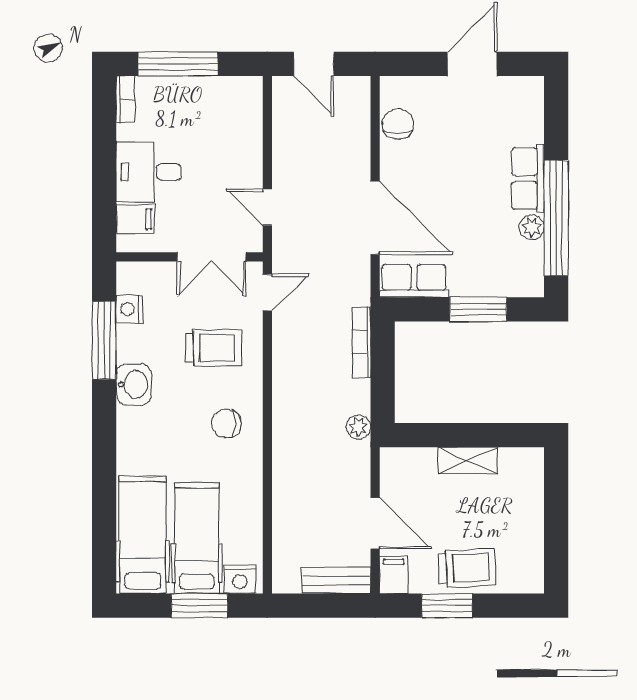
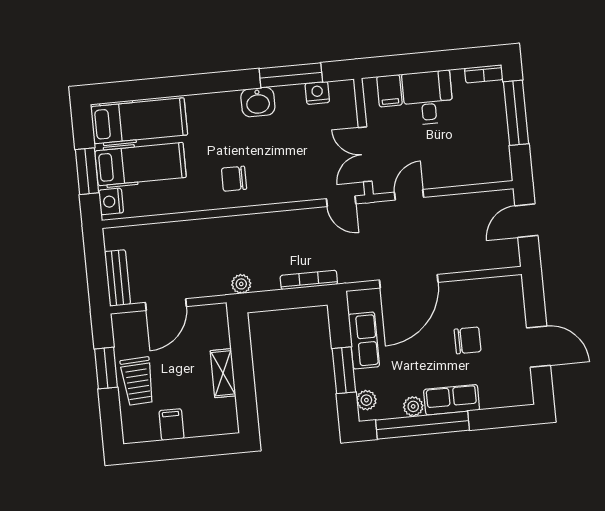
chair: (398, 124) -> (468, 340), moved
row of seats: (414, 281) -> (364, 340), moved
plant: (518, 285) -> (366, 400), added
trolley: (213, 348) -> (293, 163), removed
chair: (226, 423) -> (234, 179), turned -90
filing cabinet: (394, 575) -> (172, 425), moved, turned -90

